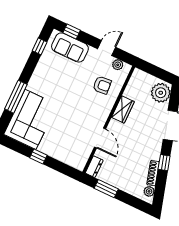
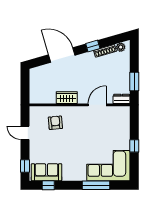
sofa: (70, 48) -> (47, 172), moved, turned -90
plant: (118, 65) -> (34, 118), removed
plant: (161, 93) -> (40, 74), removed

